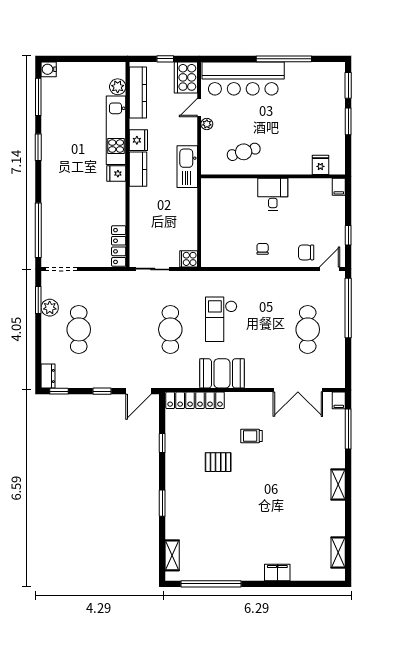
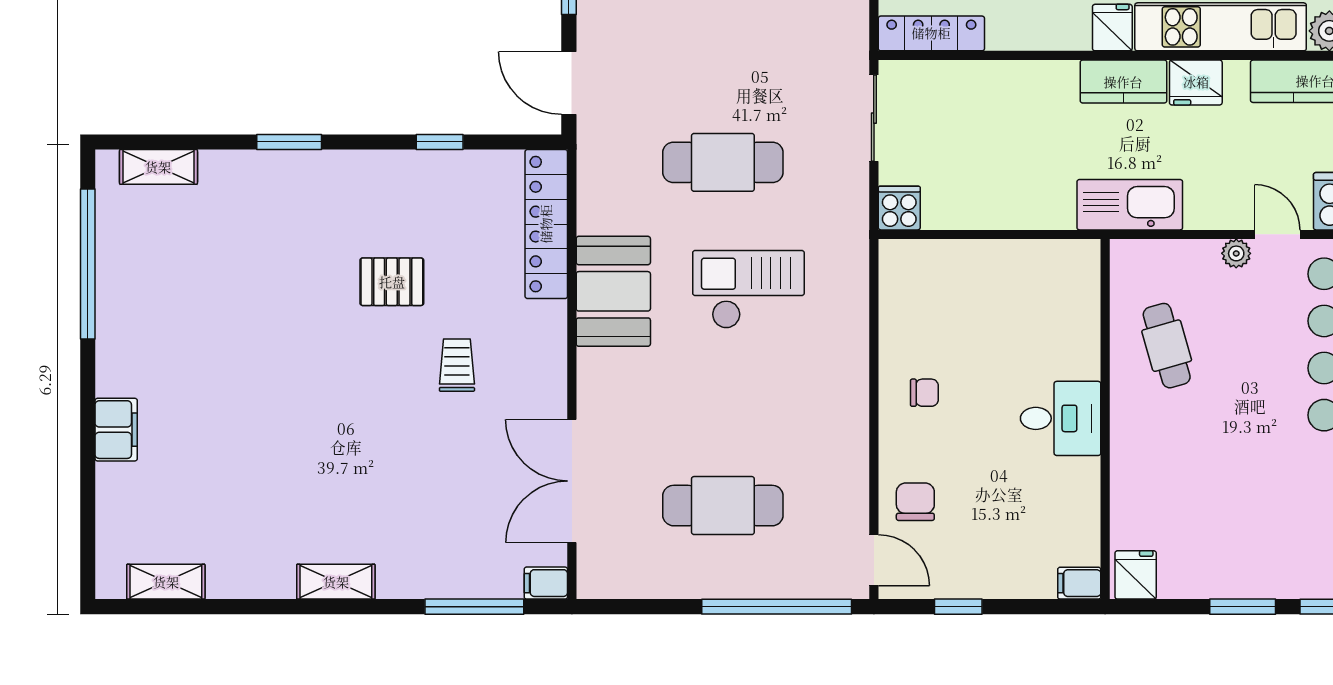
fridge: (320, 165) -> (1136, 575), moved, turned -90
pallet: (218, 462) -> (392, 282), turned 90

